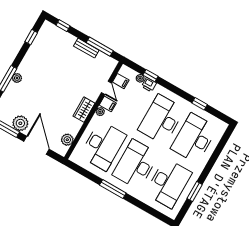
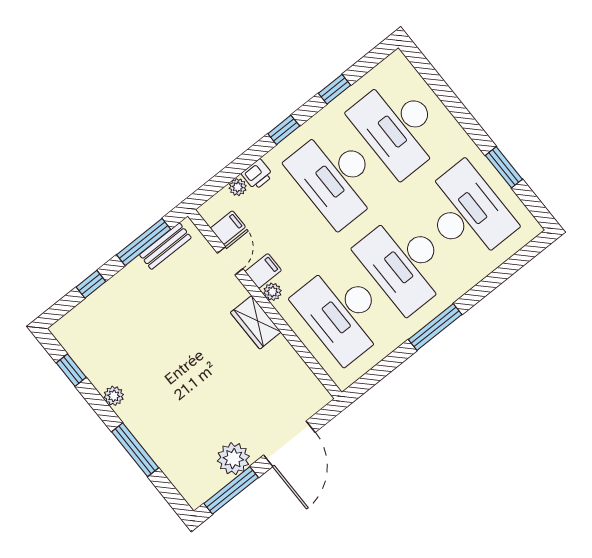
window: (63, 26) -> (91, 284), moved
bench: (86, 48) -> (165, 246), moved
window: (150, 76) -> (284, 130), moved
plant: (17, 78) -> (114, 396), moved
door: (106, 88) -> (230, 261), hinge flipped
plant: (67, 140) -> (302, 379), removed
door: (37, 145) -> (289, 444), swing flipped
desk: (103, 146) -> (342, 313), turned 180

